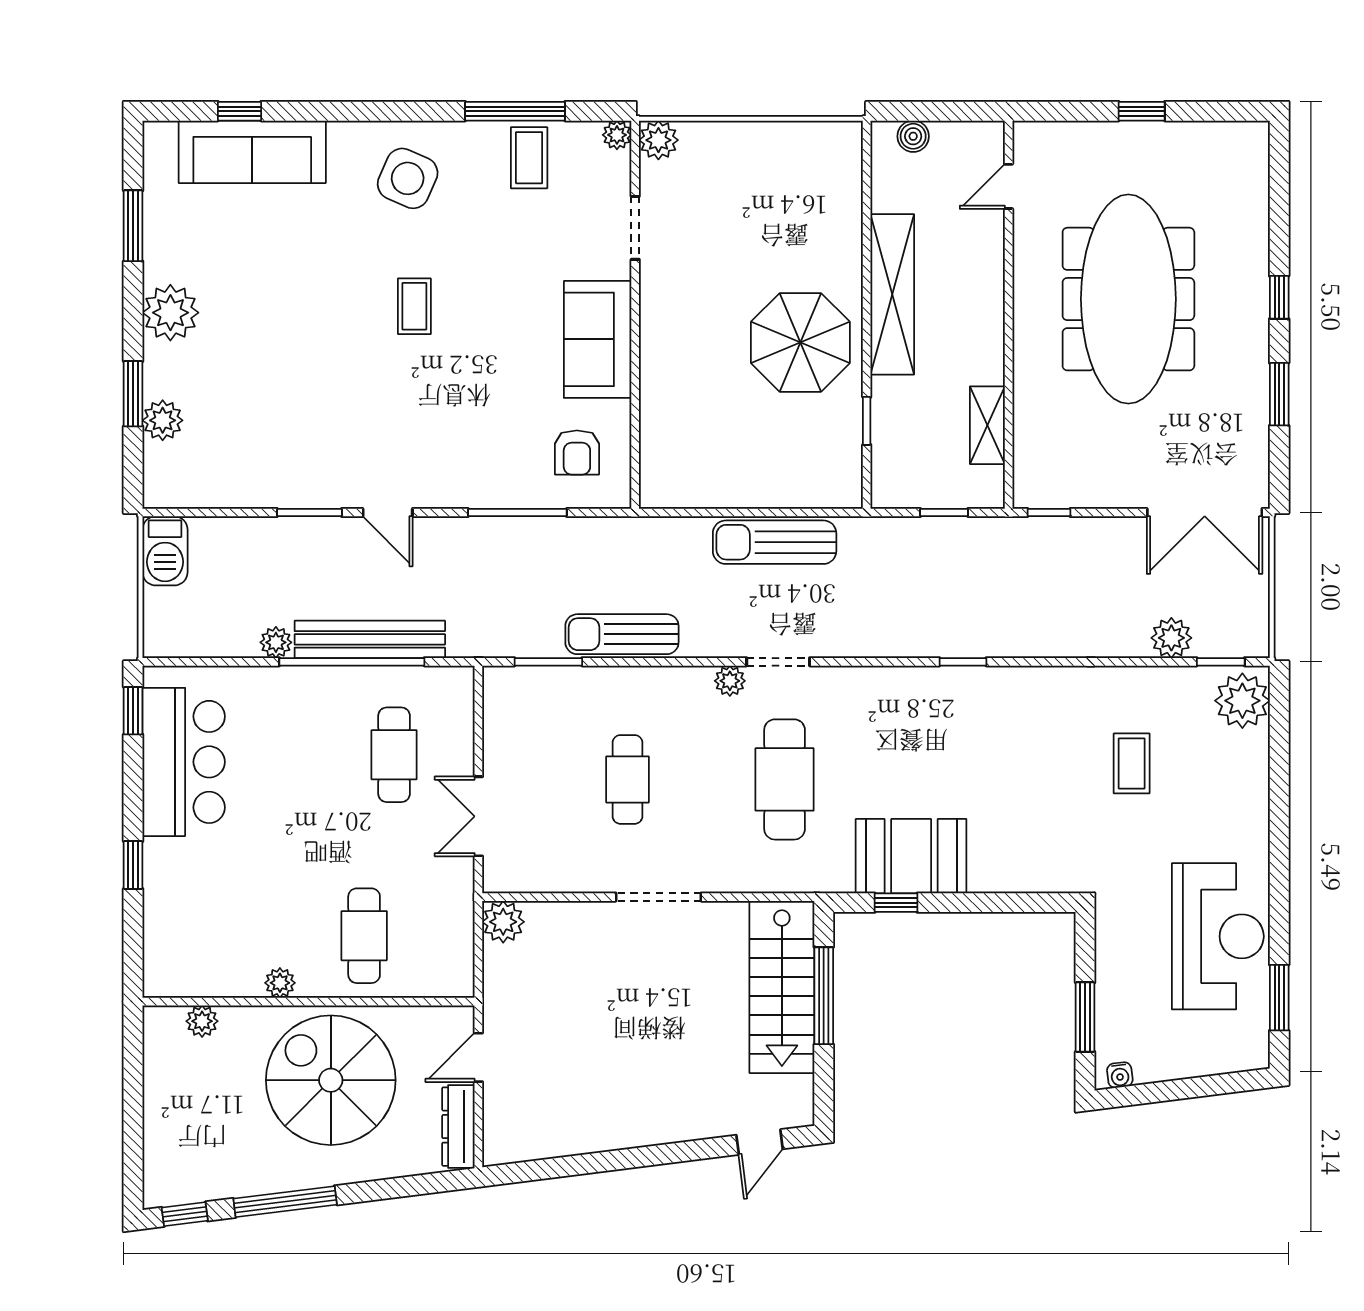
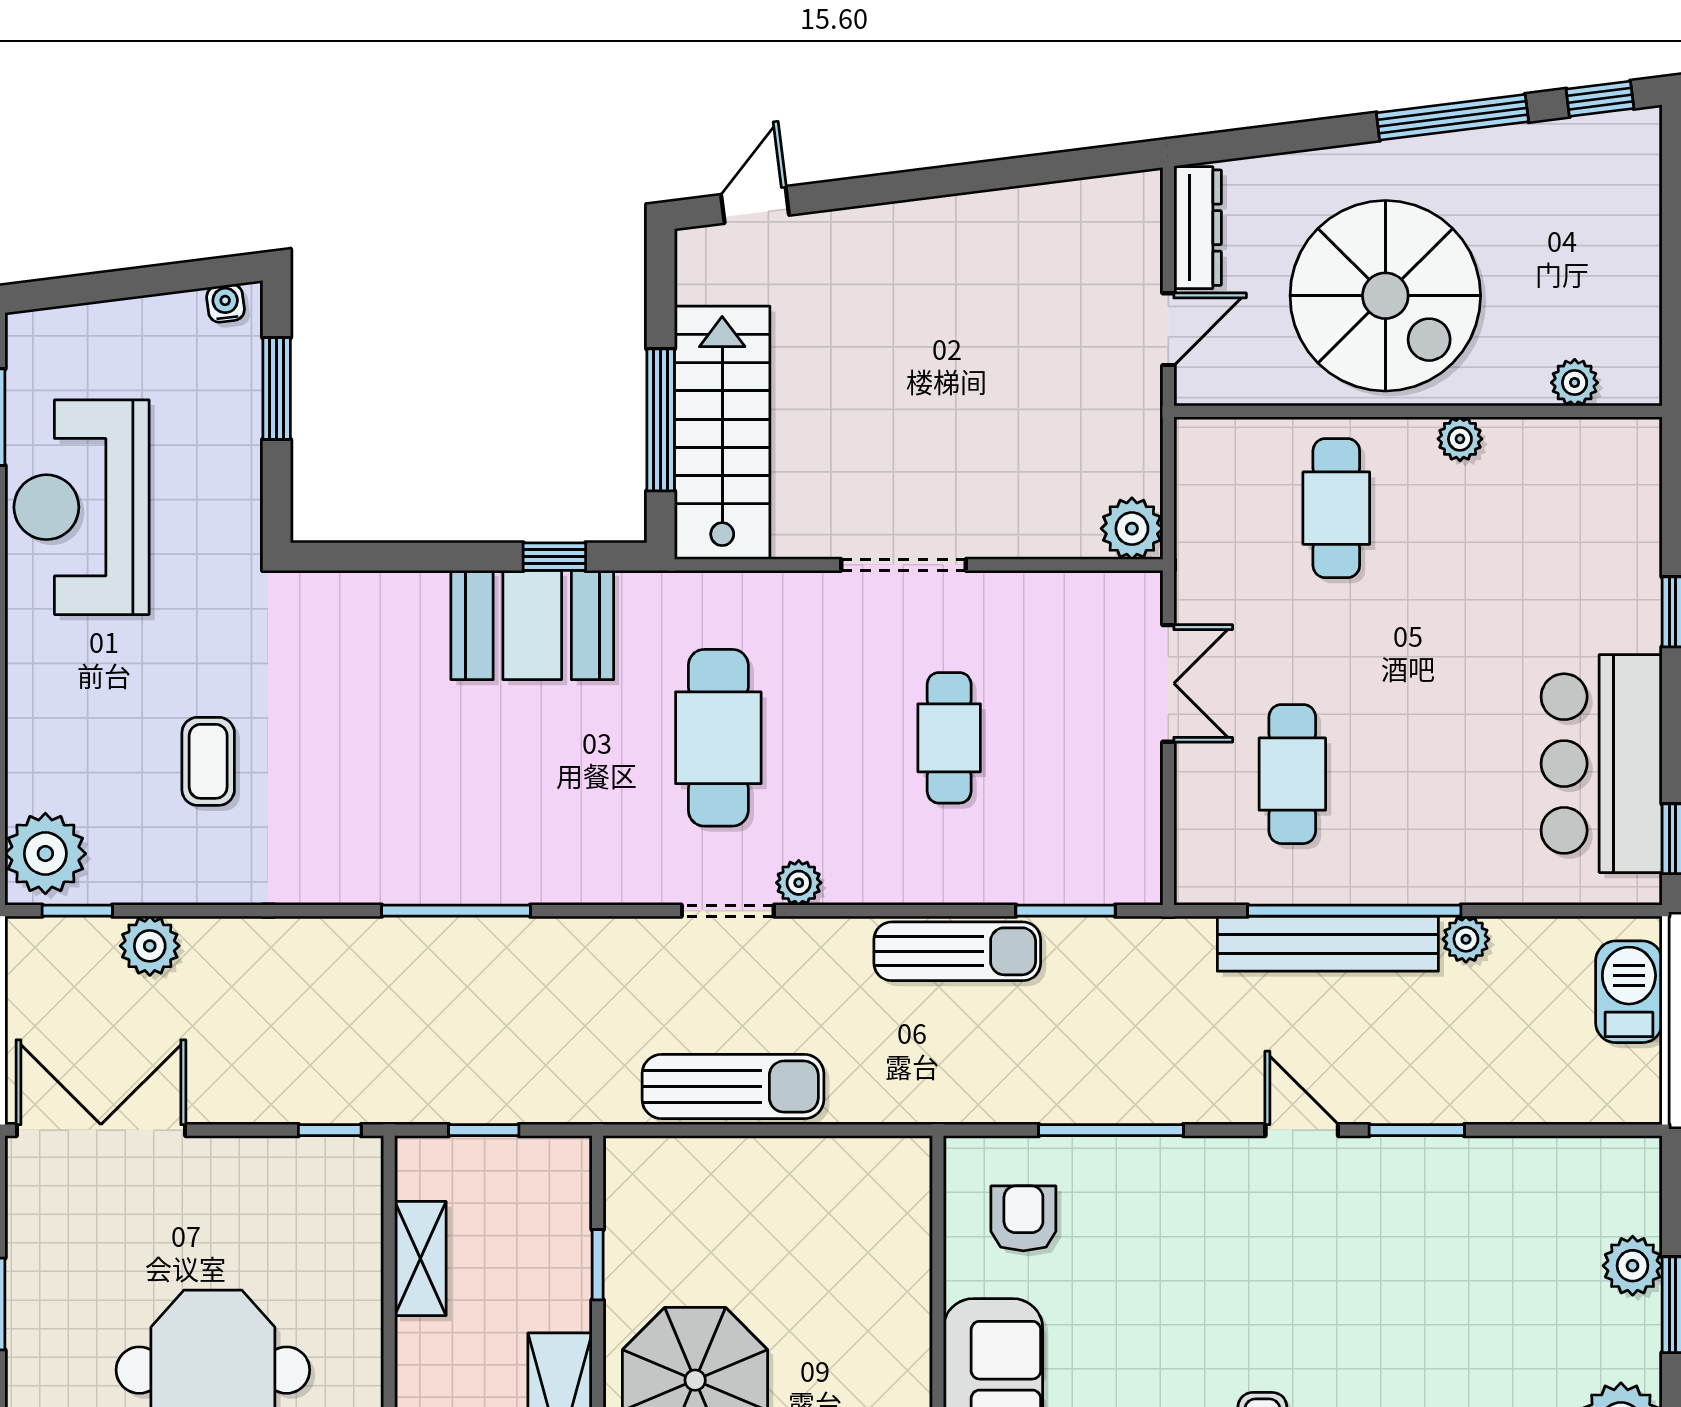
barbecue: (165, 551) -> (1629, 992), moved
window: (963, 662) -> (456, 911), width x2.17

